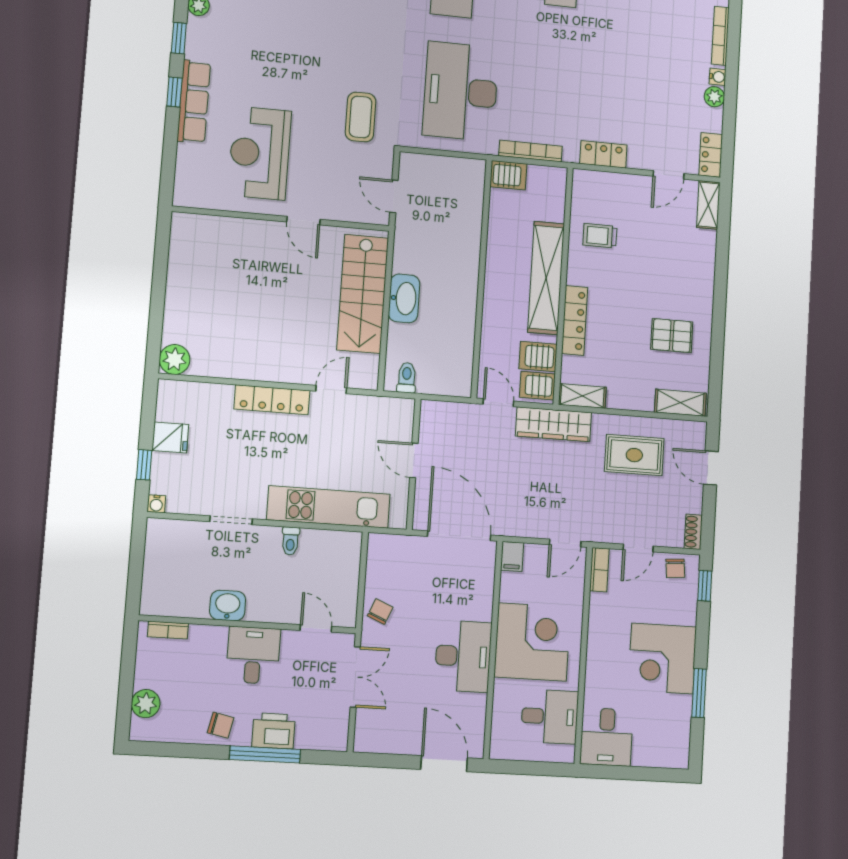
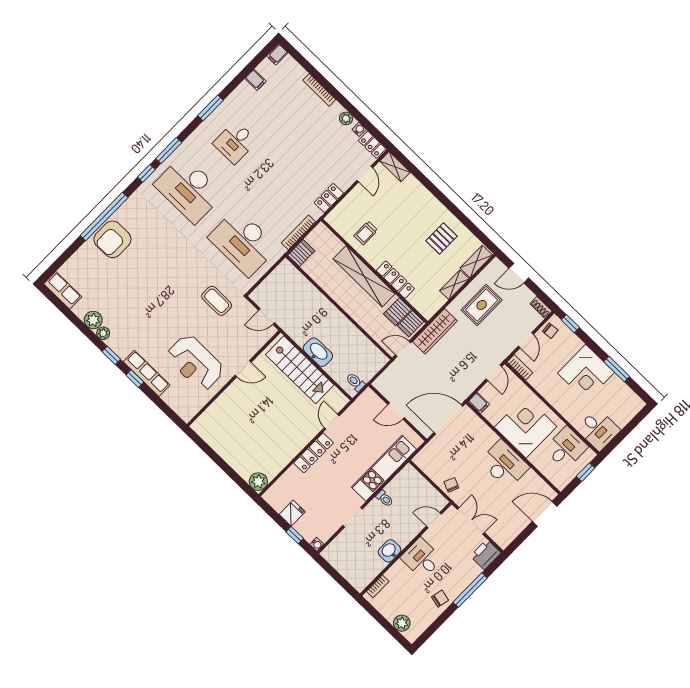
water cooler: (718, 77) -> (359, 129), moved
shelving: (582, 396) -> (454, 285), moved
printer: (273, 731) -> (486, 554), moved
window: (540, 769) -> (586, 472), added

